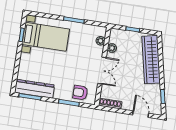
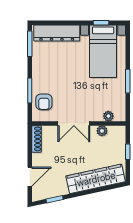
dresser: (35, 89) -> (57, 33), moved, turned 90
armchair: (80, 93) -> (44, 102), turned 180

